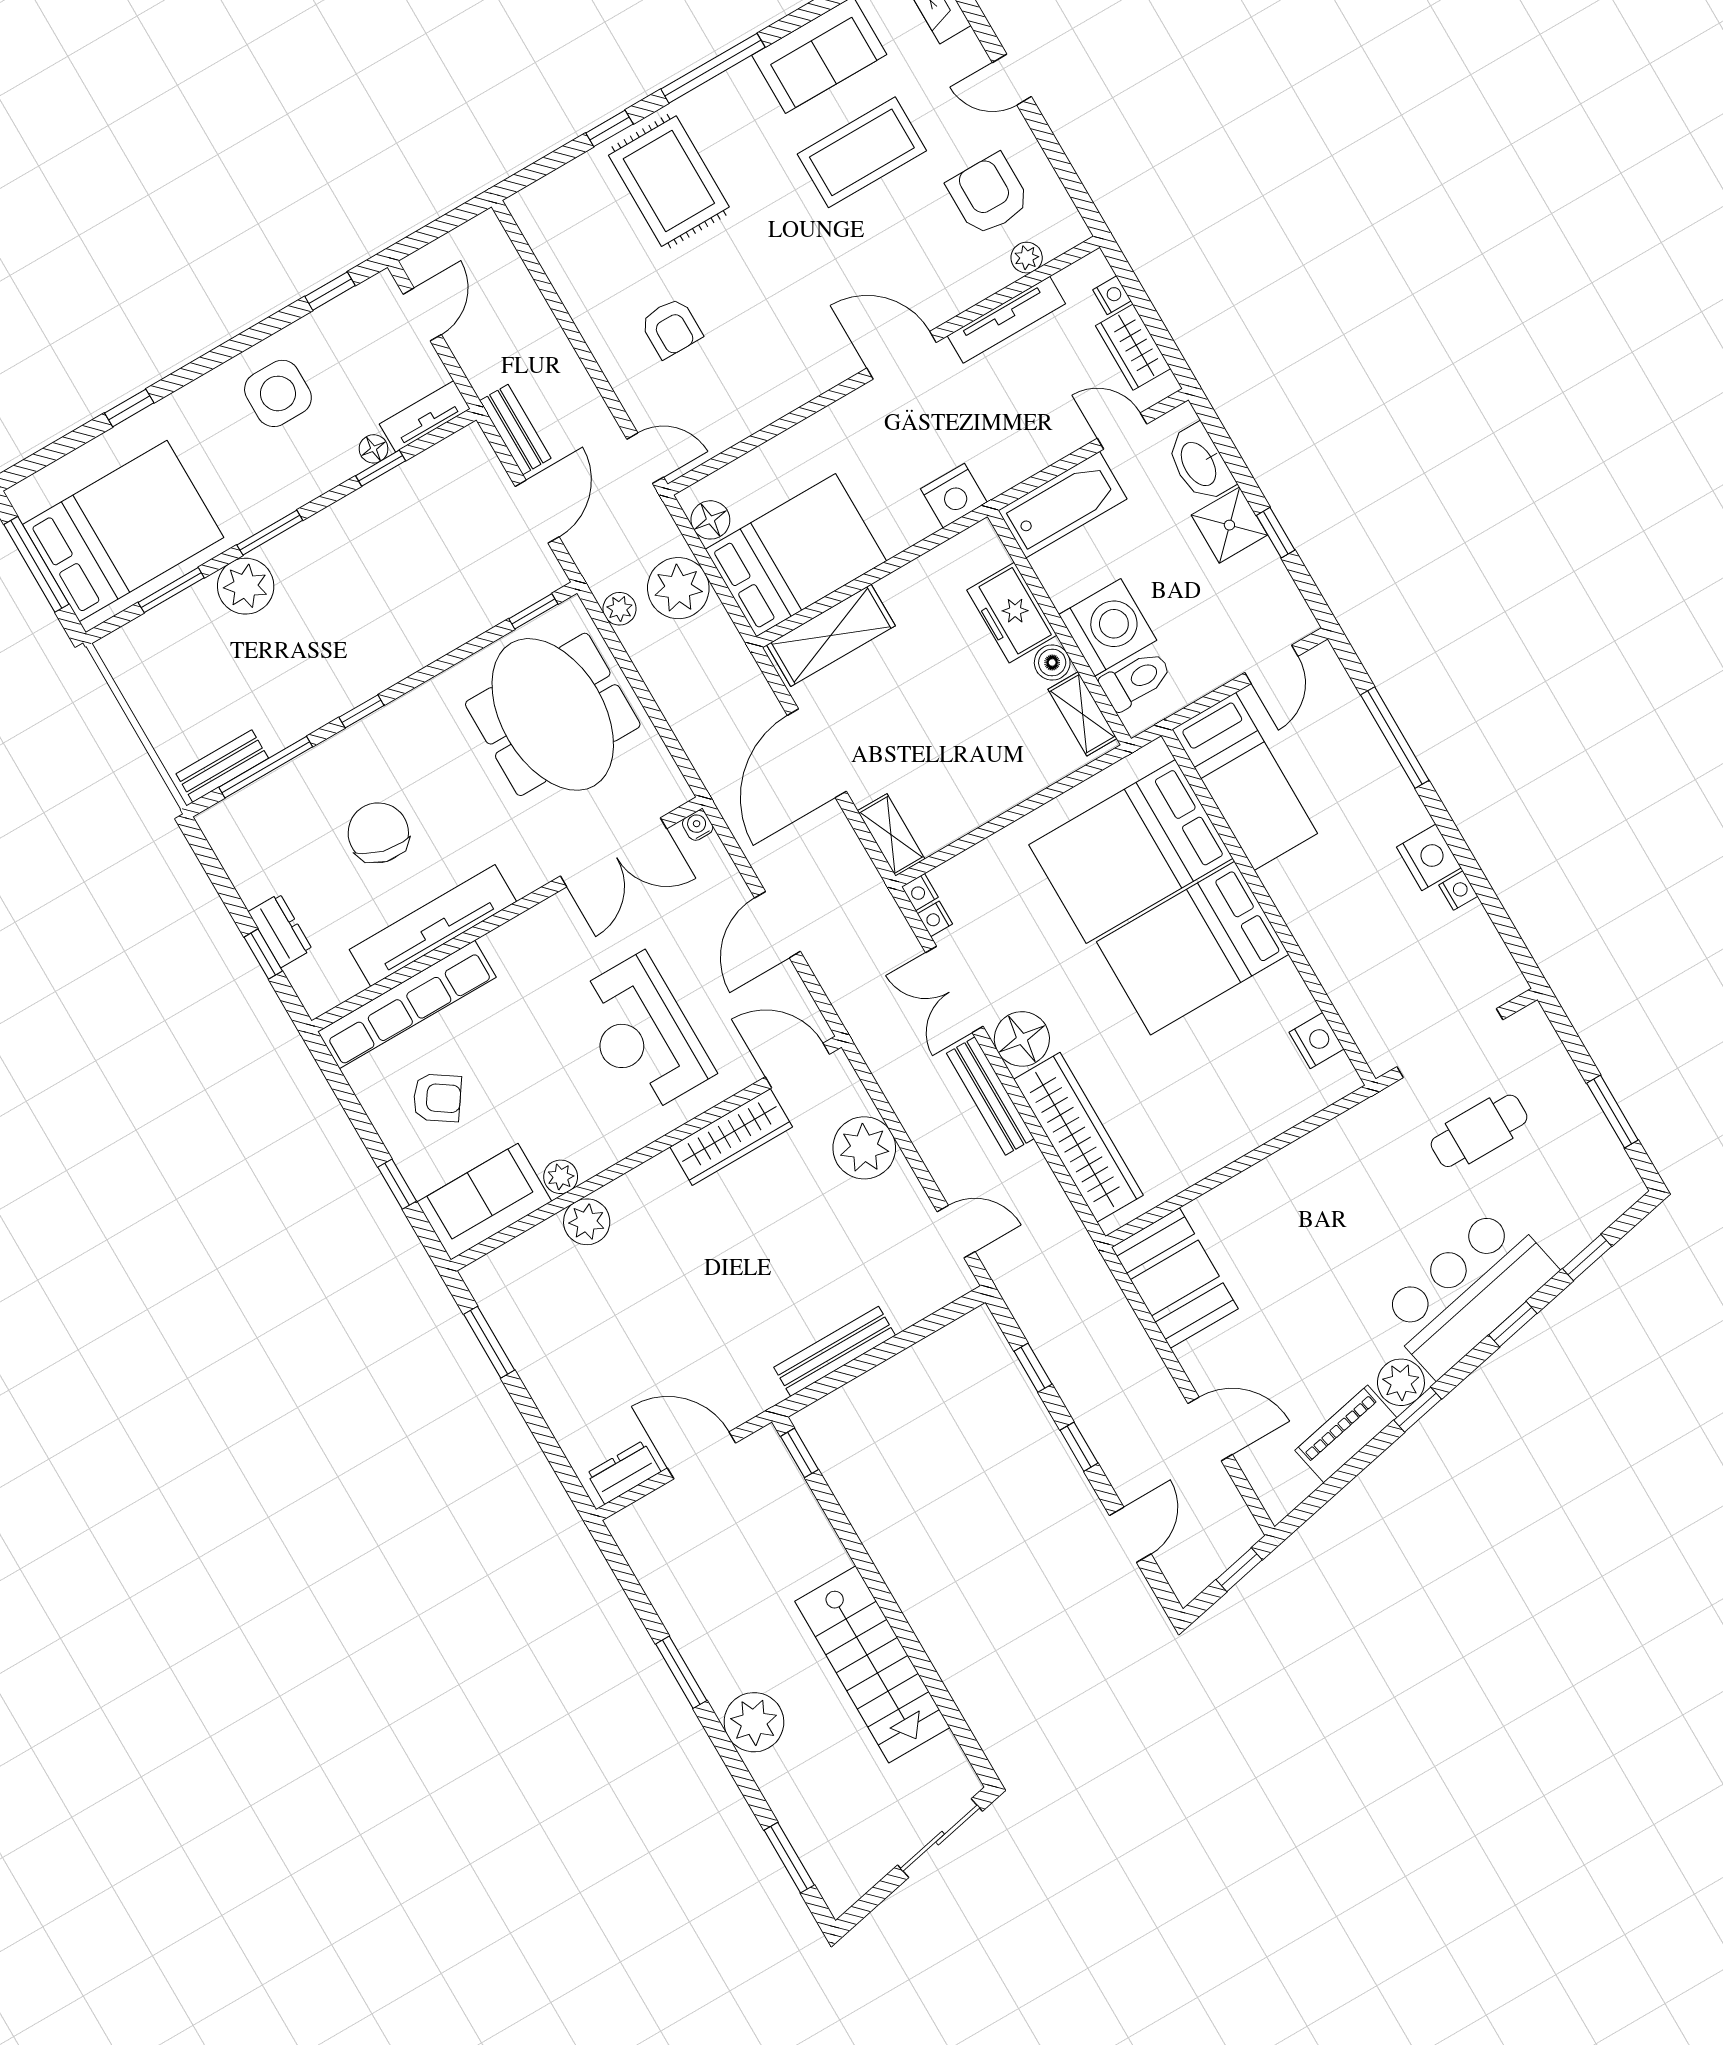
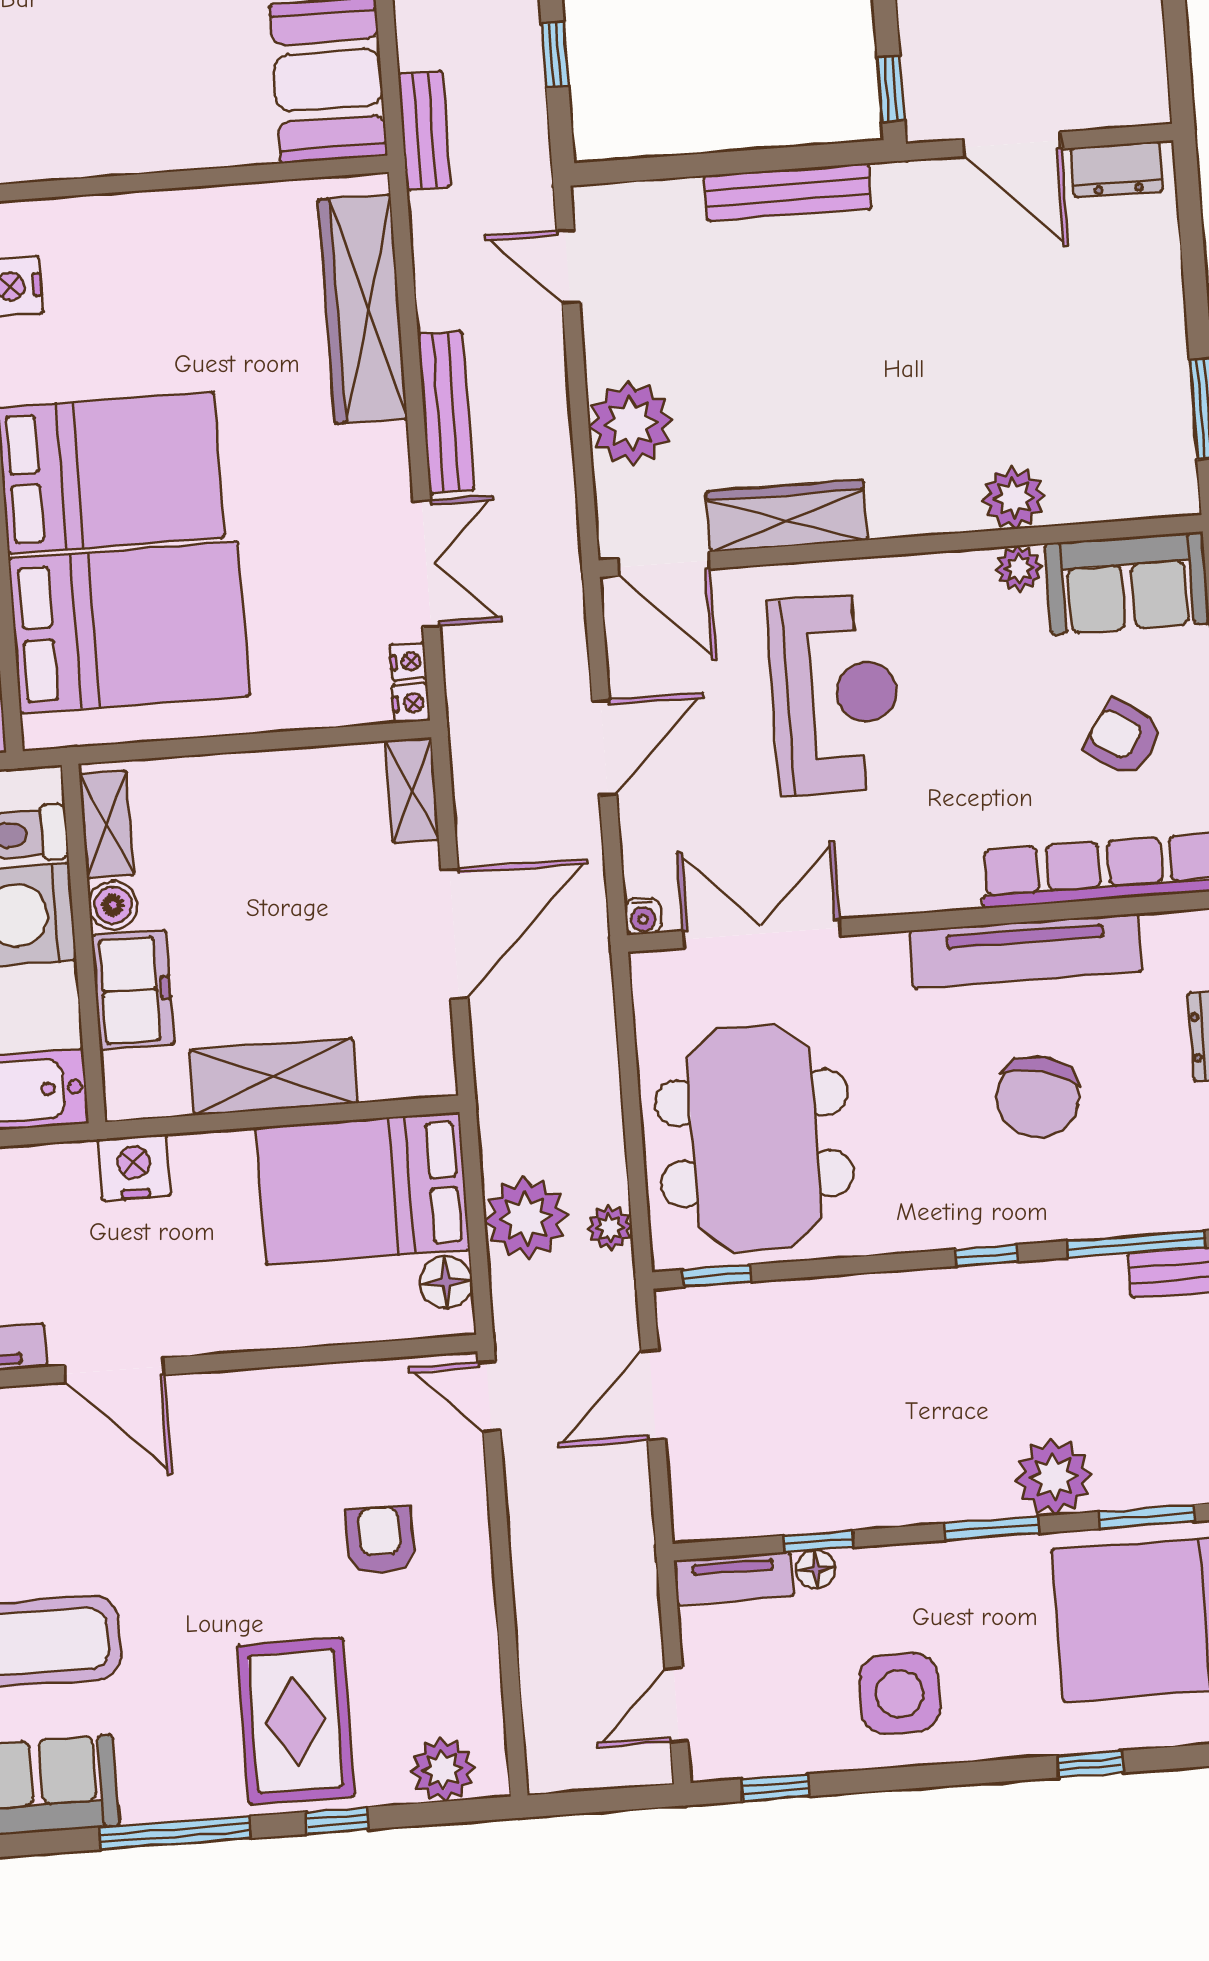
plant: (556, 196) -> (443, 1770), added
bench: (515, 430) -> (425, 130), moved
shelving: (831, 635) -> (273, 1077), moved
floor lamp: (1022, 1039) -> (373, 463), removed

